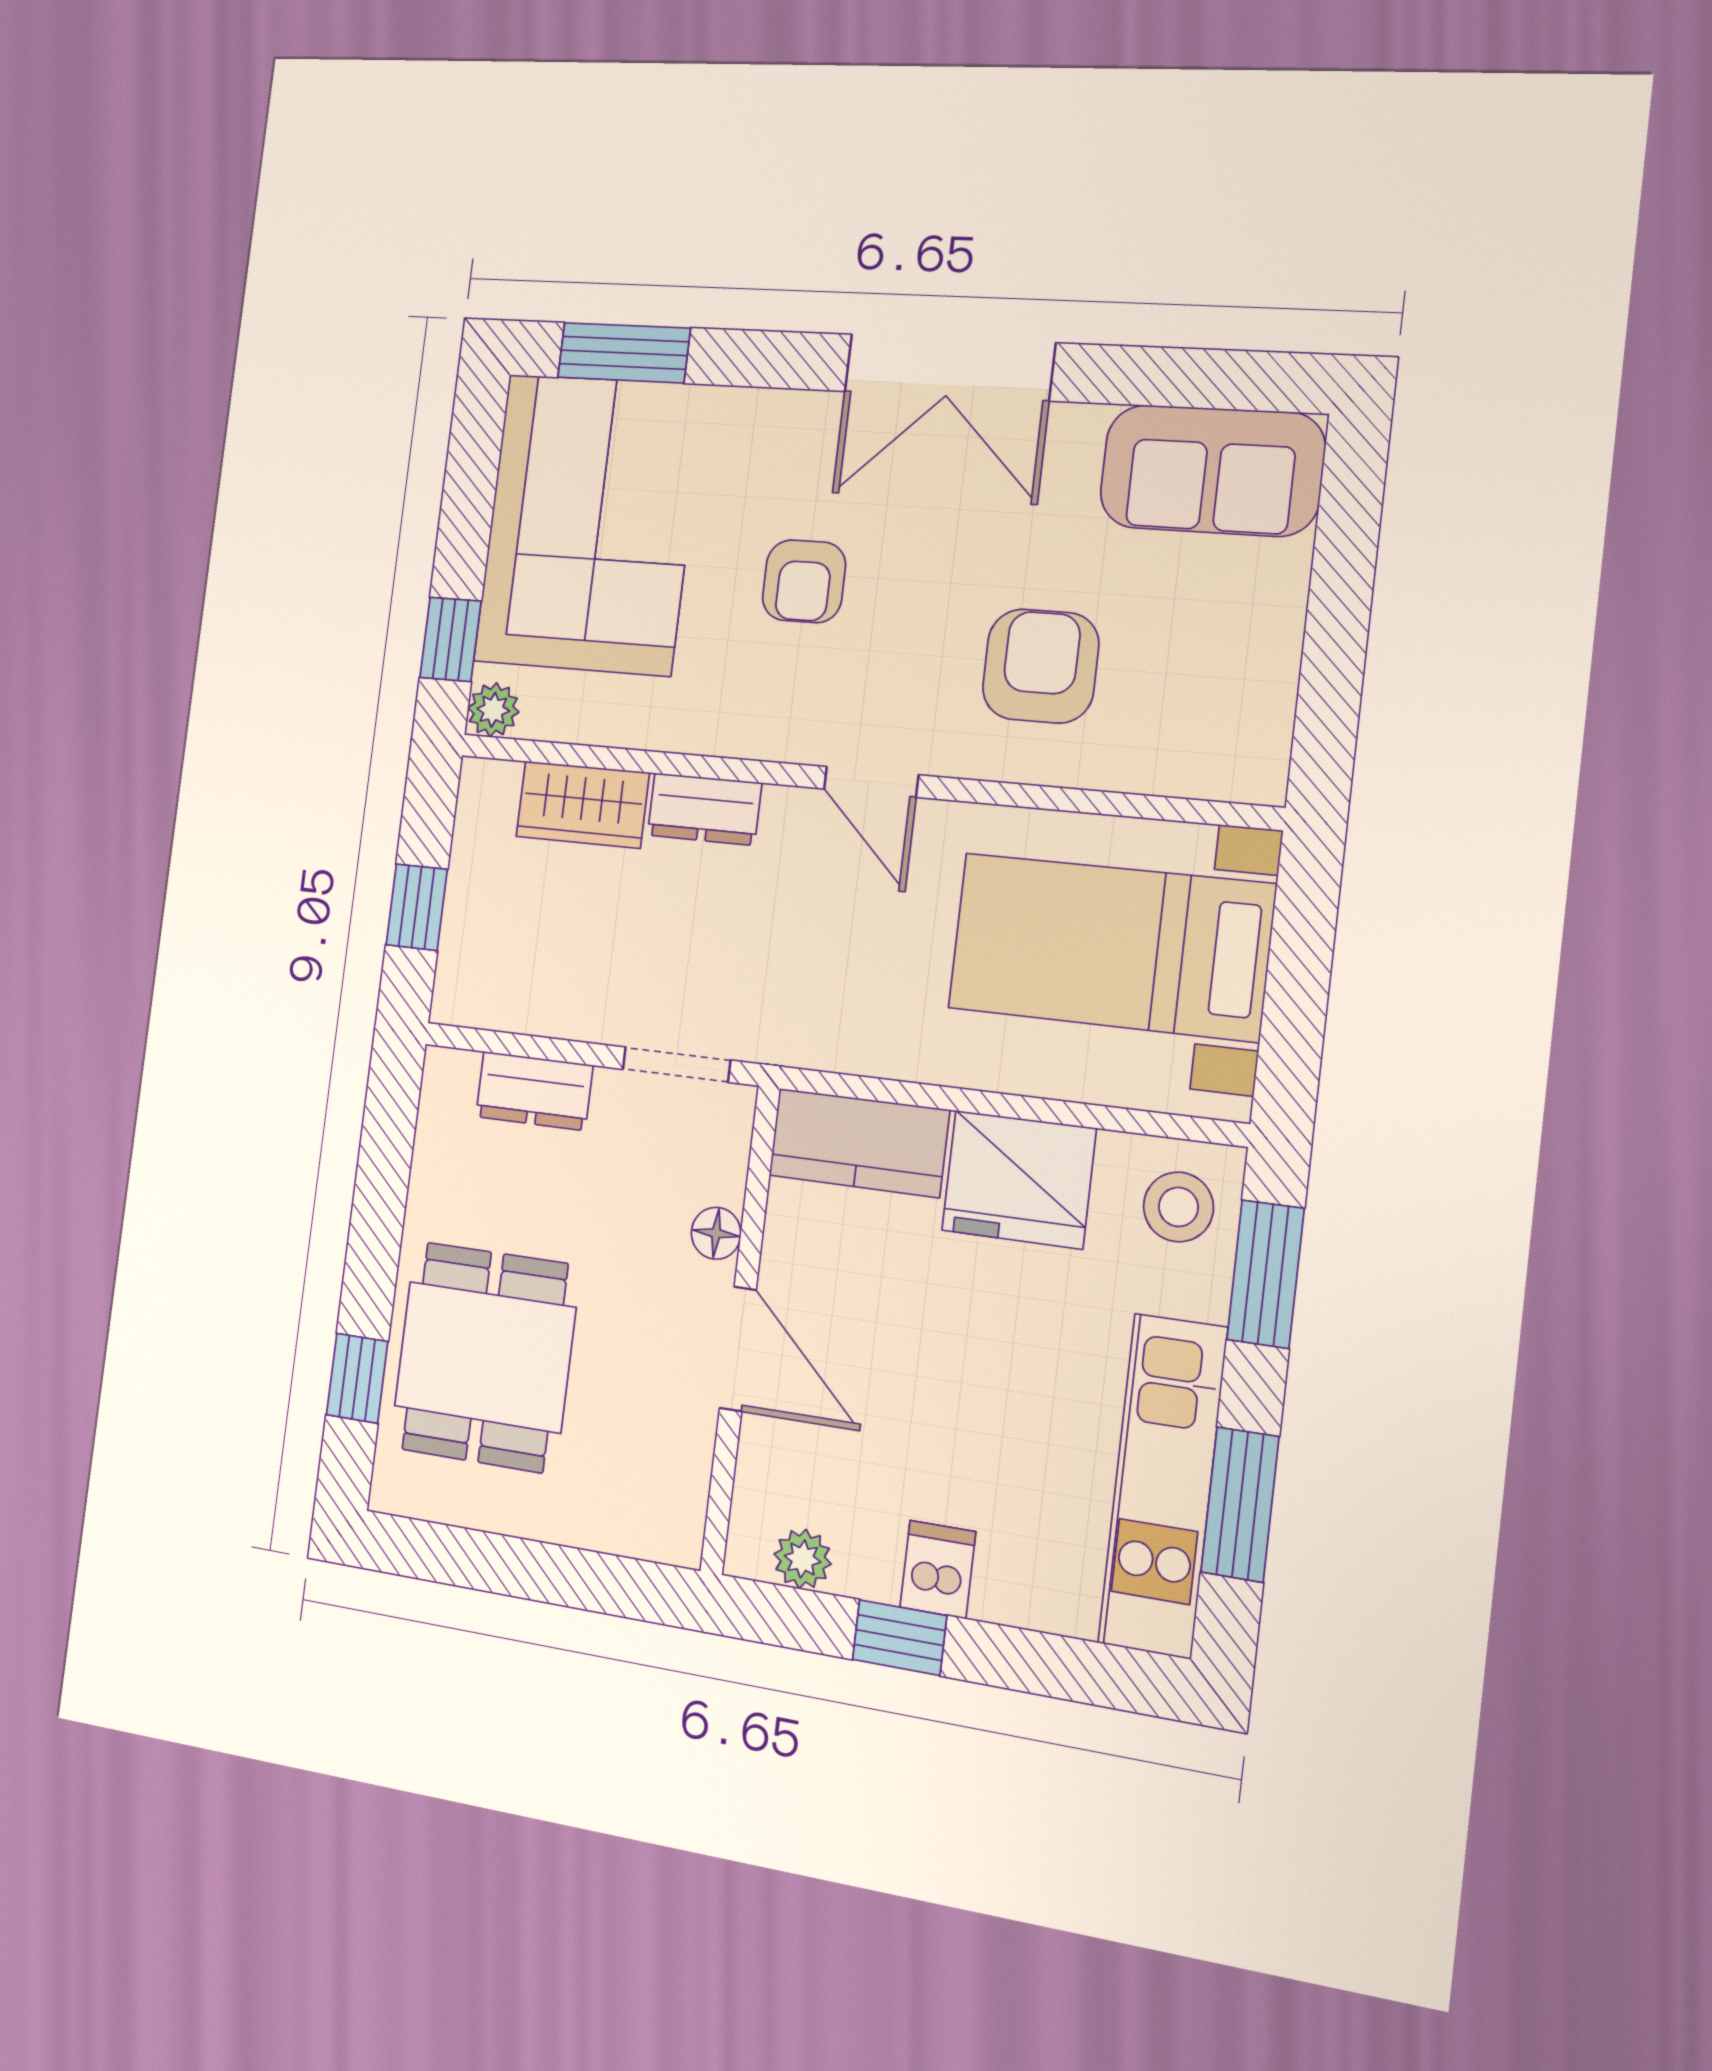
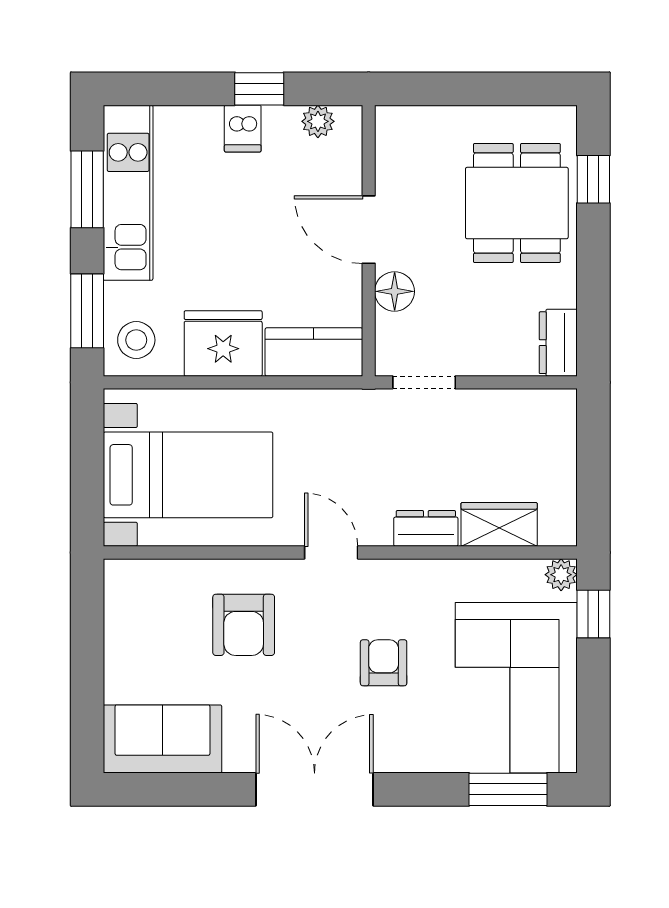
window: (417, 907) -> (593, 455), removed
dresser: (534, 1091) -> (558, 343), moved, turned -90
floor lamp: (716, 1233) -> (395, 291), width x1.37, depth x1.37

